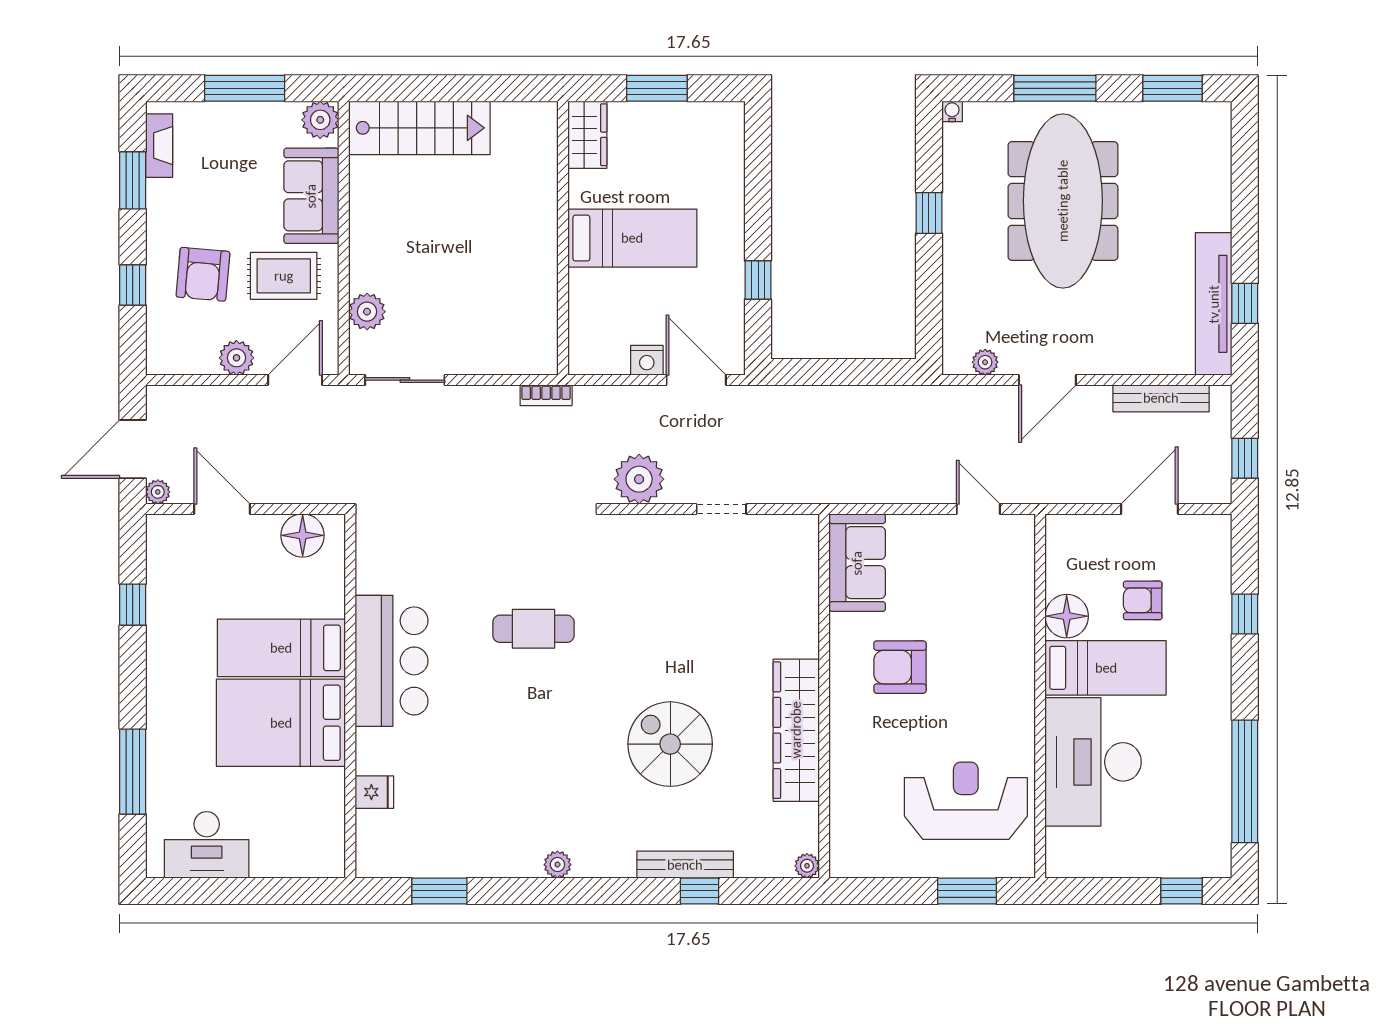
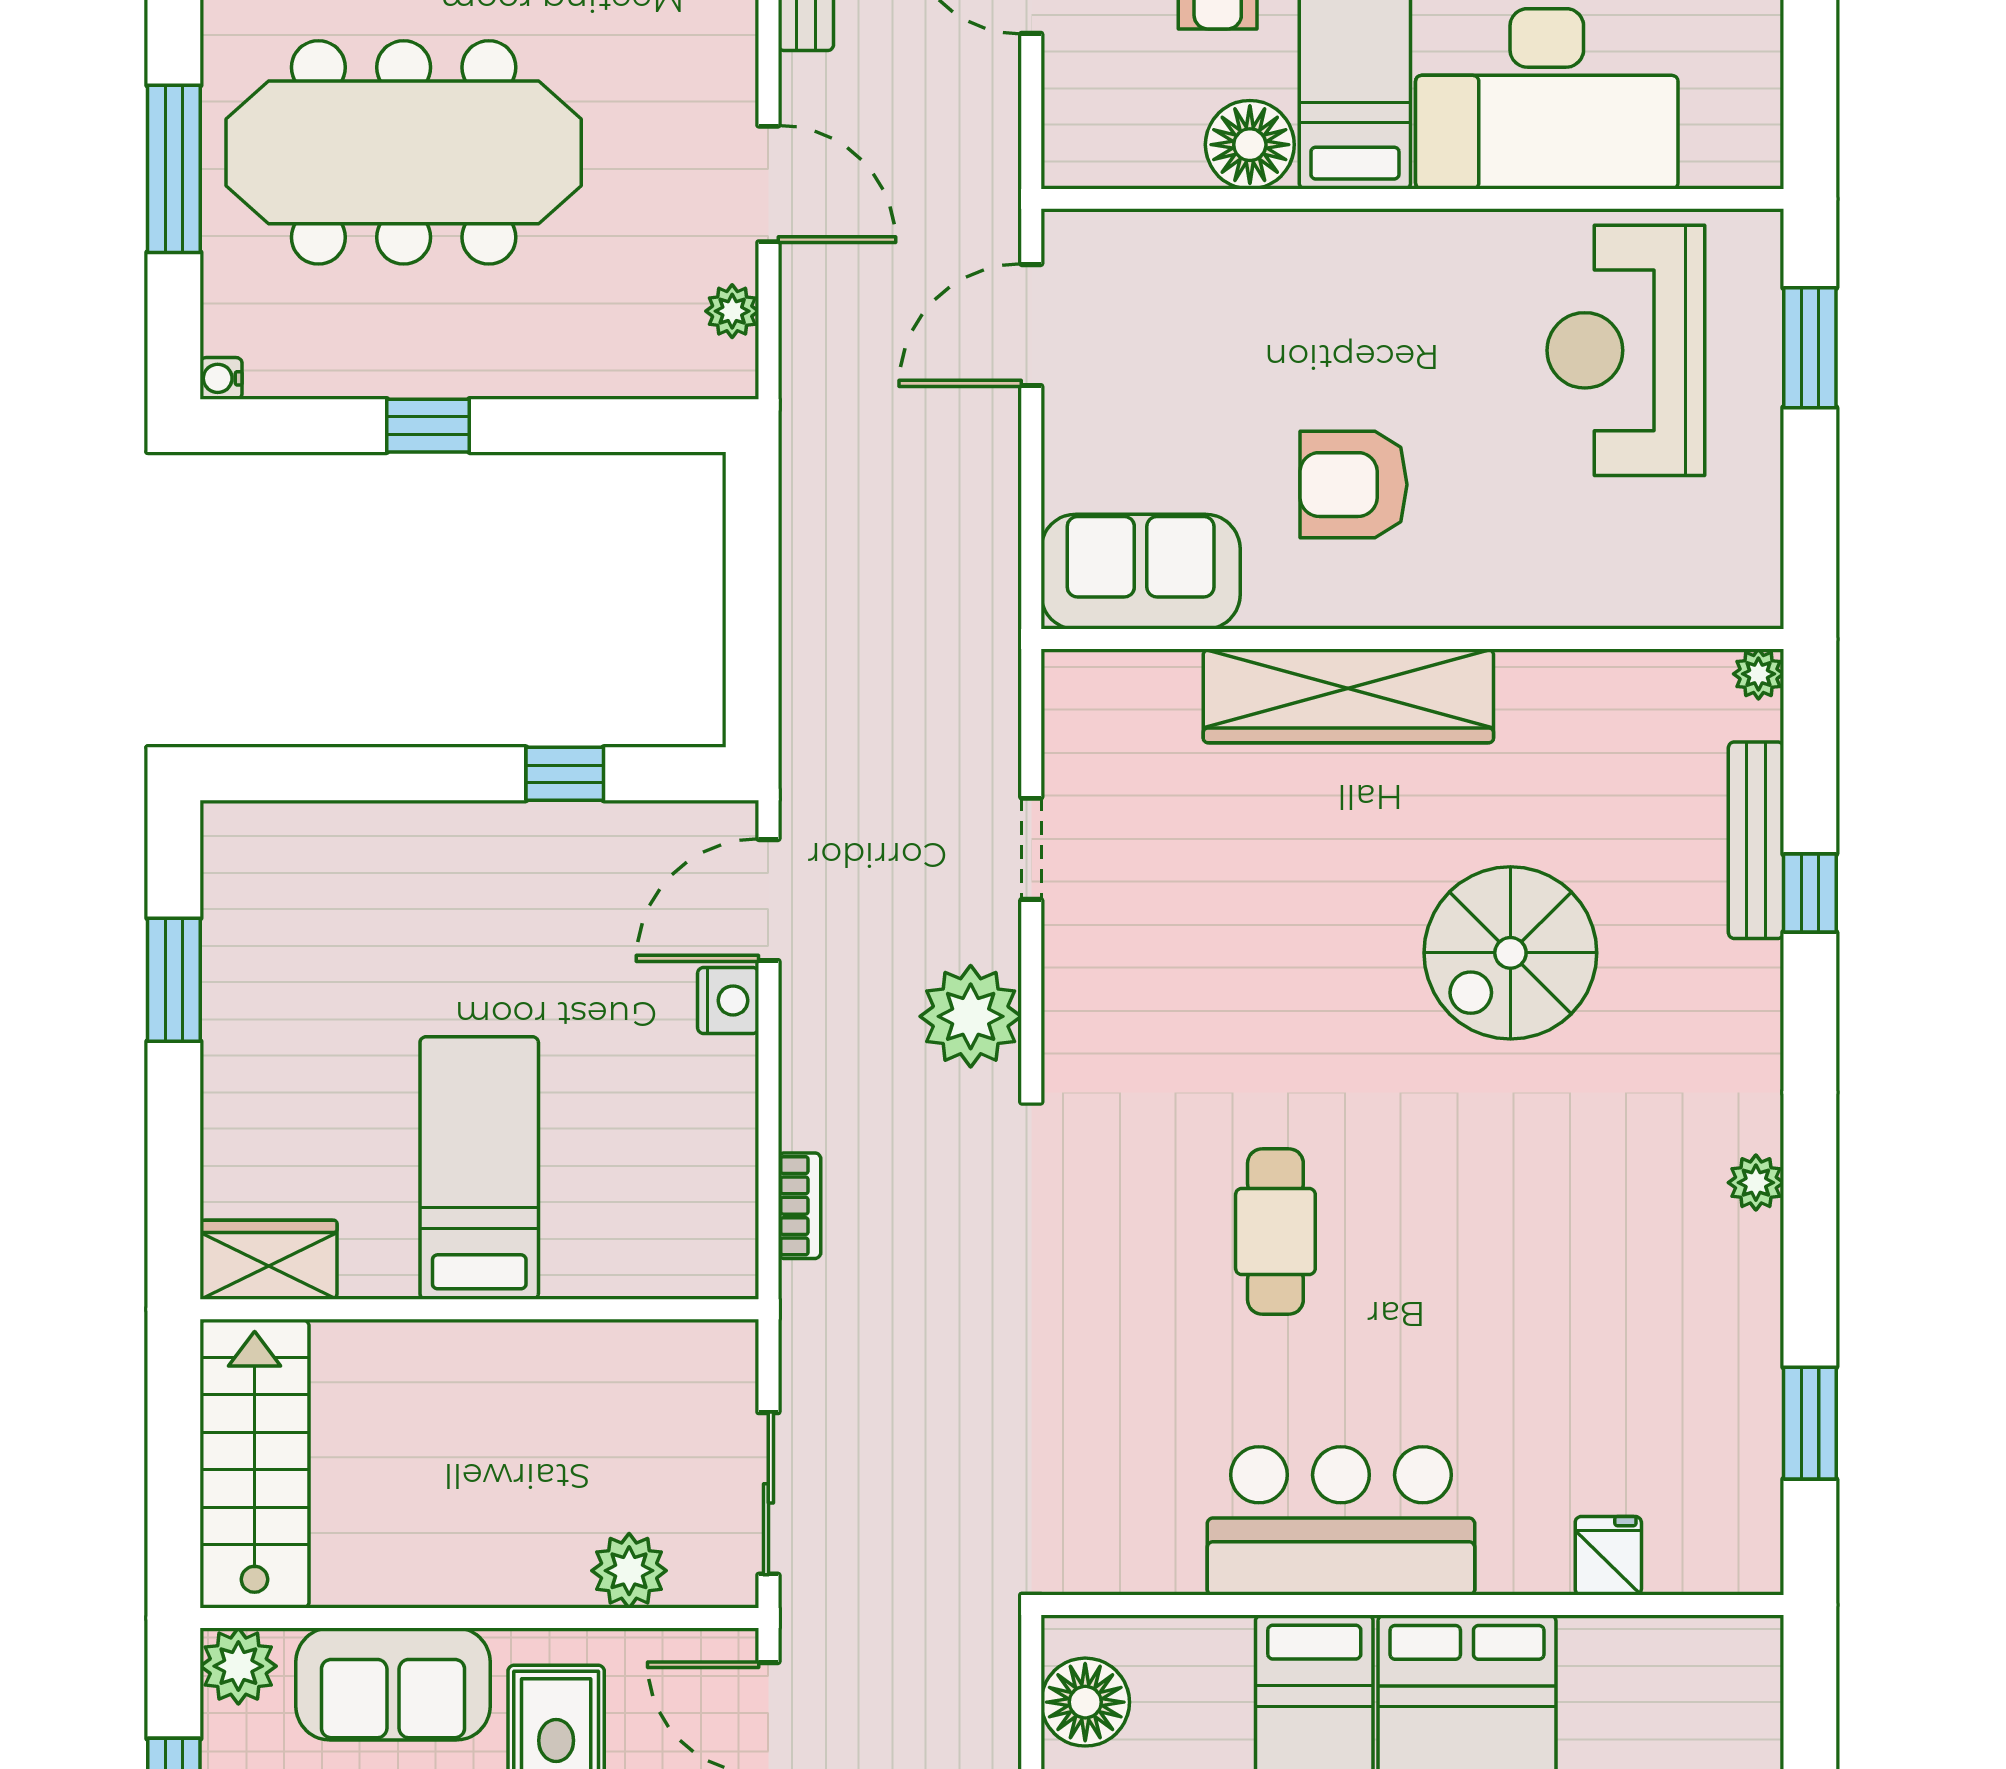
wardrobe: (587, 135) -> (269, 1260), moved
wall: (563, 238) -> (479, 1309), moved
bed: (632, 238) -> (479, 1168), moved
door: (978, 509) -> (1031, 325), width x1.38
armchair: (900, 667) -> (1354, 485), turned 90
wardrobe: (796, 730) -> (1348, 696), moved
bench: (685, 865) -> (1756, 840), moved

